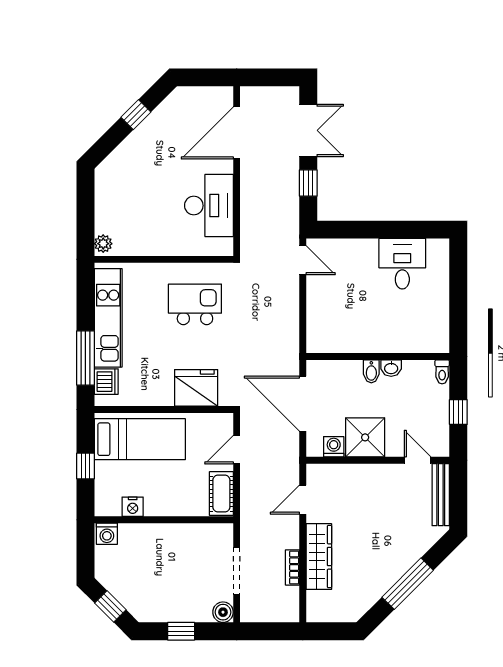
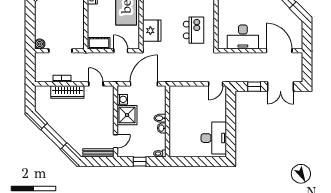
desk: (402, 264) -> (214, 138), width x1.37
window: (181, 631) -> (30, 23), removed

